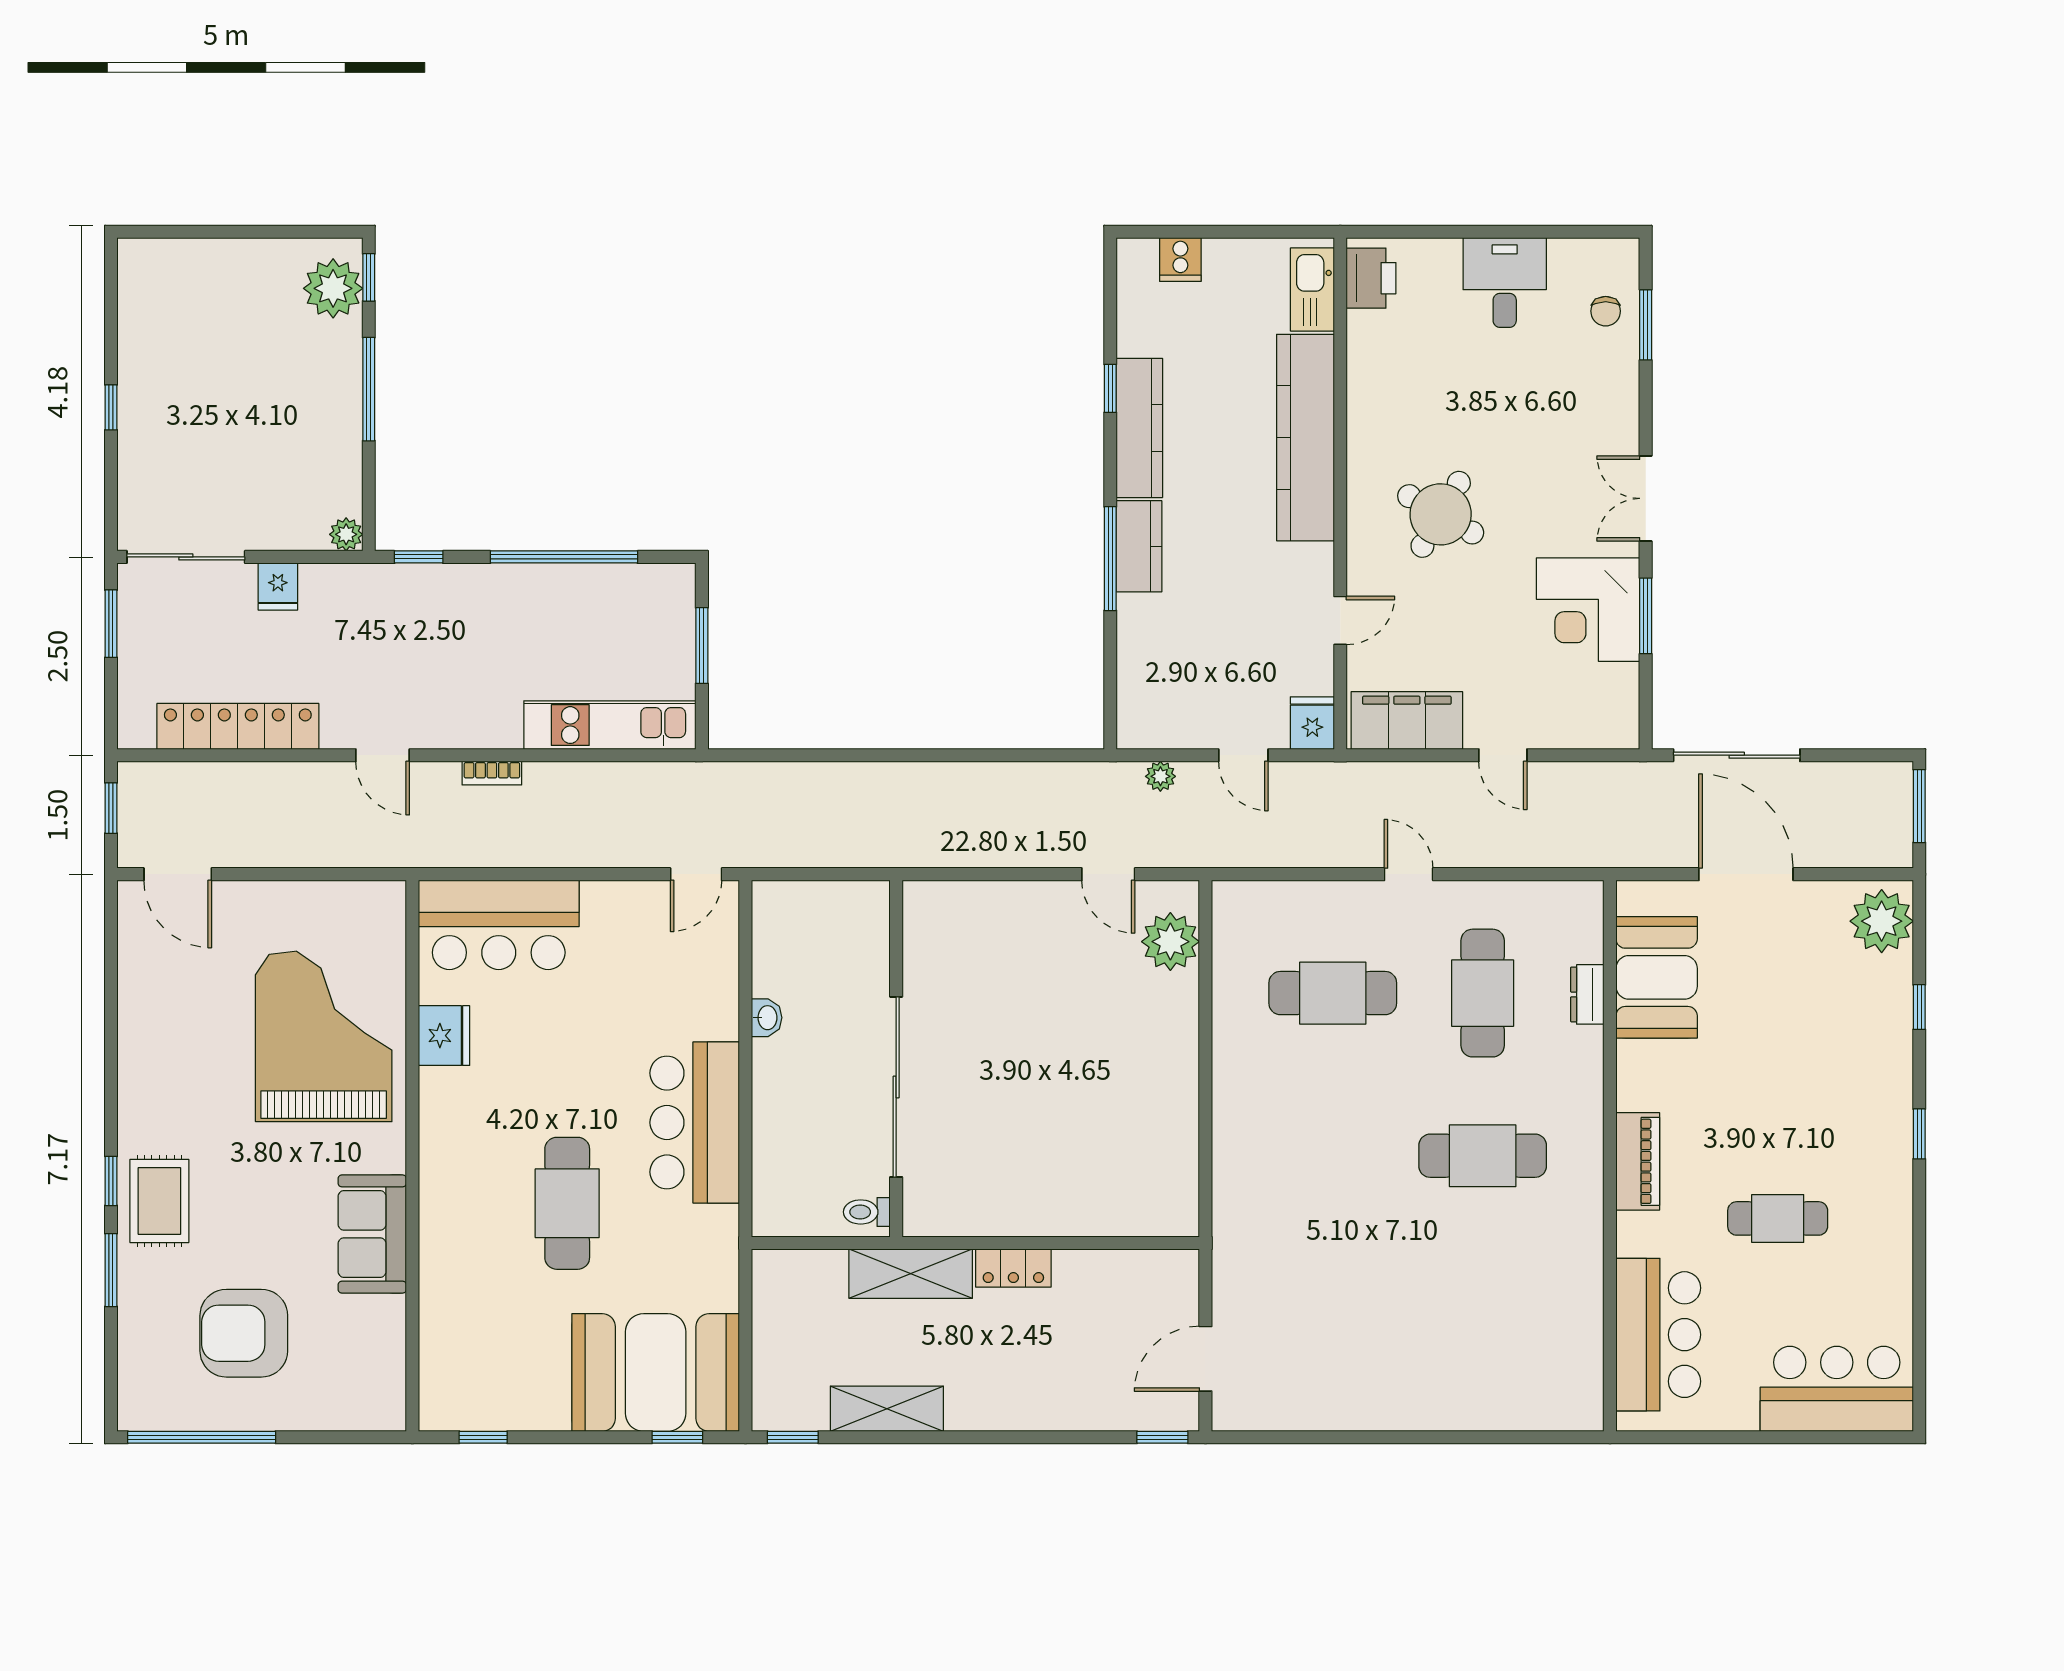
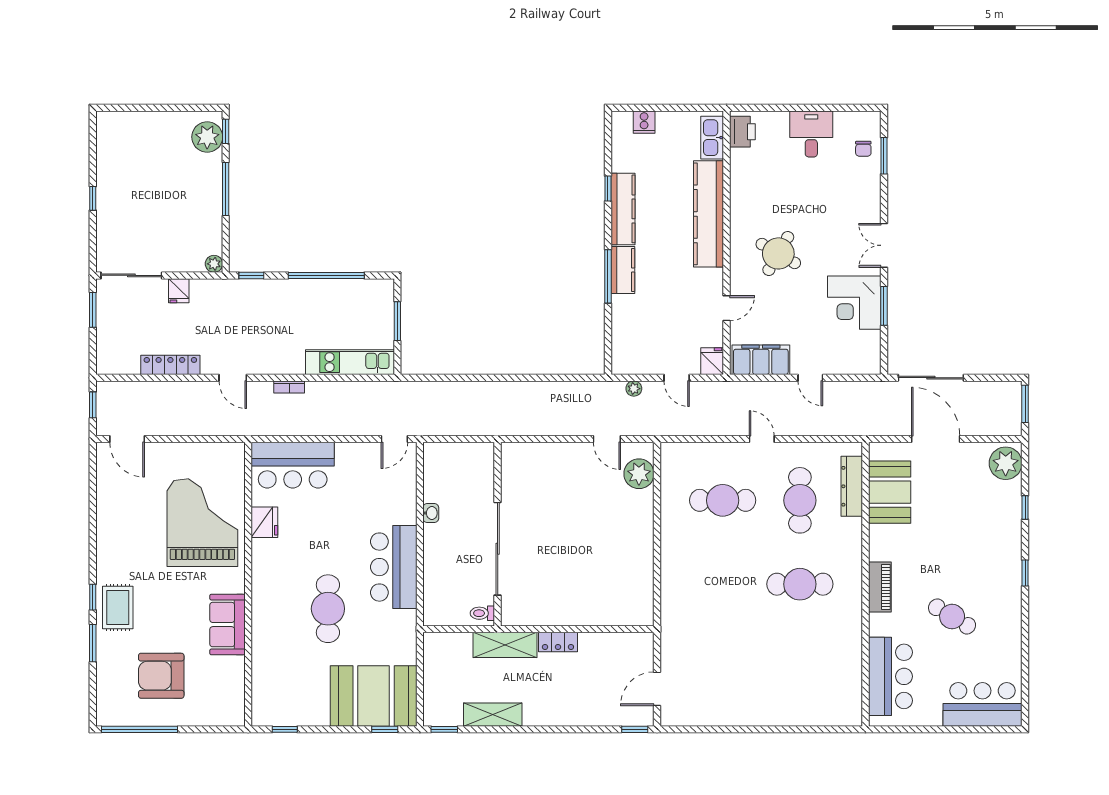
locker: (238, 726) -> (170, 365), width x0.71, depth x0.83
dresser: (1587, 994) -> (852, 486), width x1.96, depth x1.24
cafe table: (1778, 1218) -> (952, 617), turned 31

